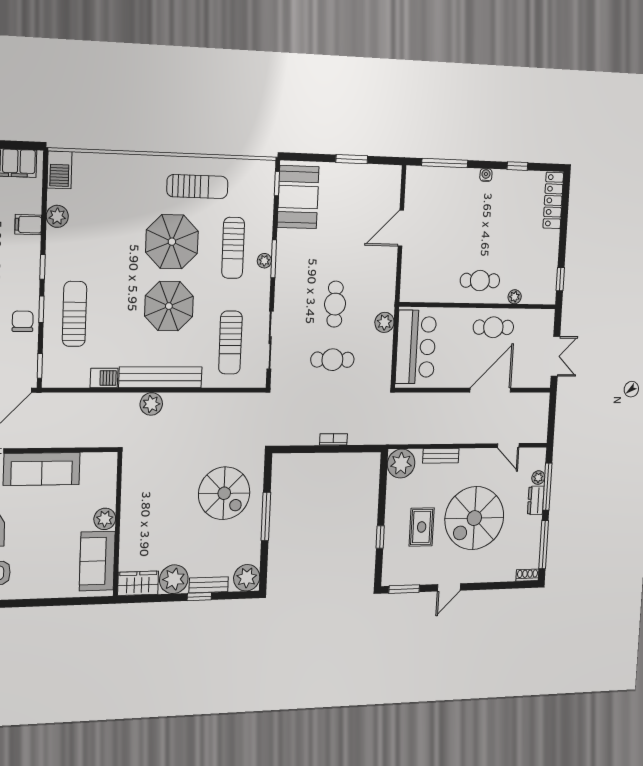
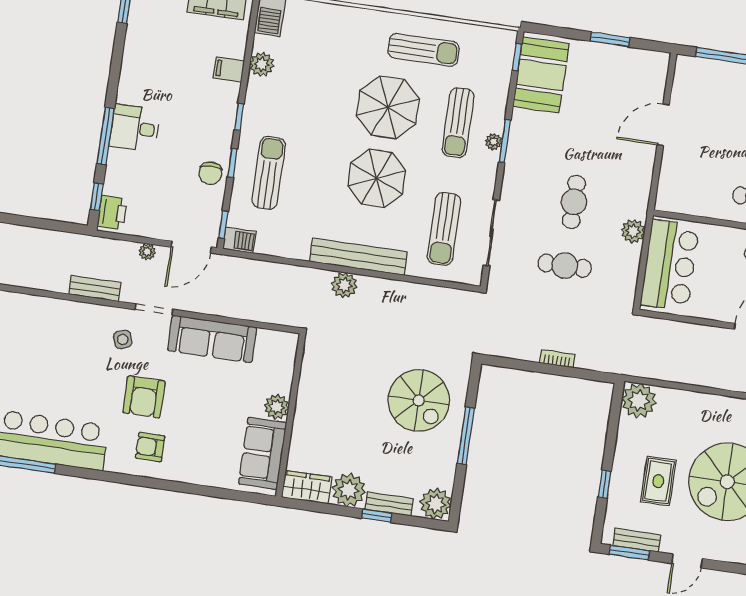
chair: (23, 321) -> (210, 173), turned 180
barbecue: (104, 378) -> (239, 240), moved
bench: (441, 456) -> (637, 540), moved

